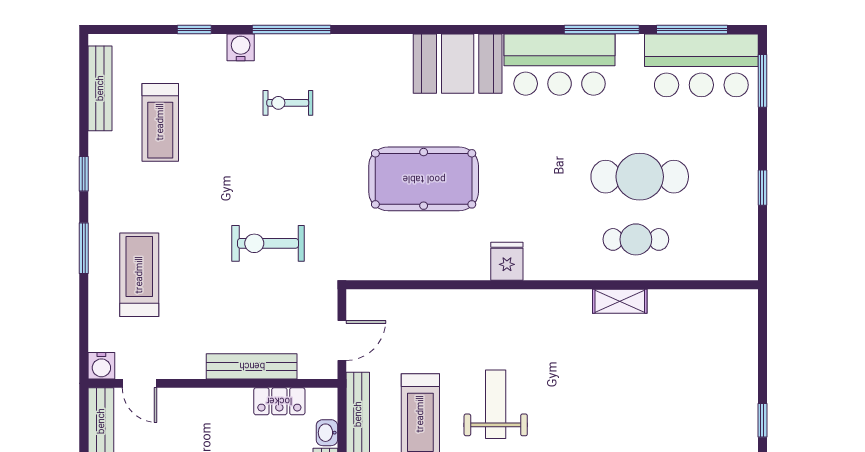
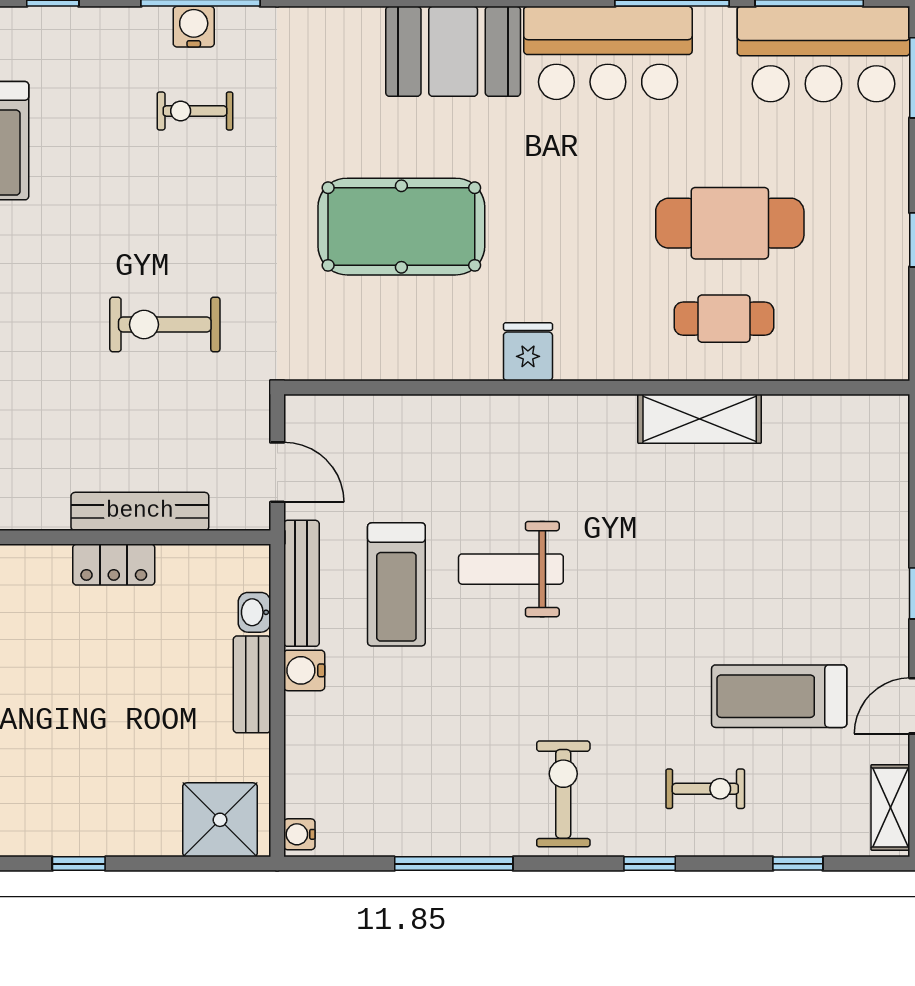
water cooler: (241, 47) -> (194, 27), moved
shelving: (620, 301) -> (700, 419), width x1.50, depth x1.33
door: (342, 340) -> (277, 472), hinge flipped
locker: (279, 401) -> (114, 565), moved
weight bench: (496, 404) -> (511, 569), turned -90

